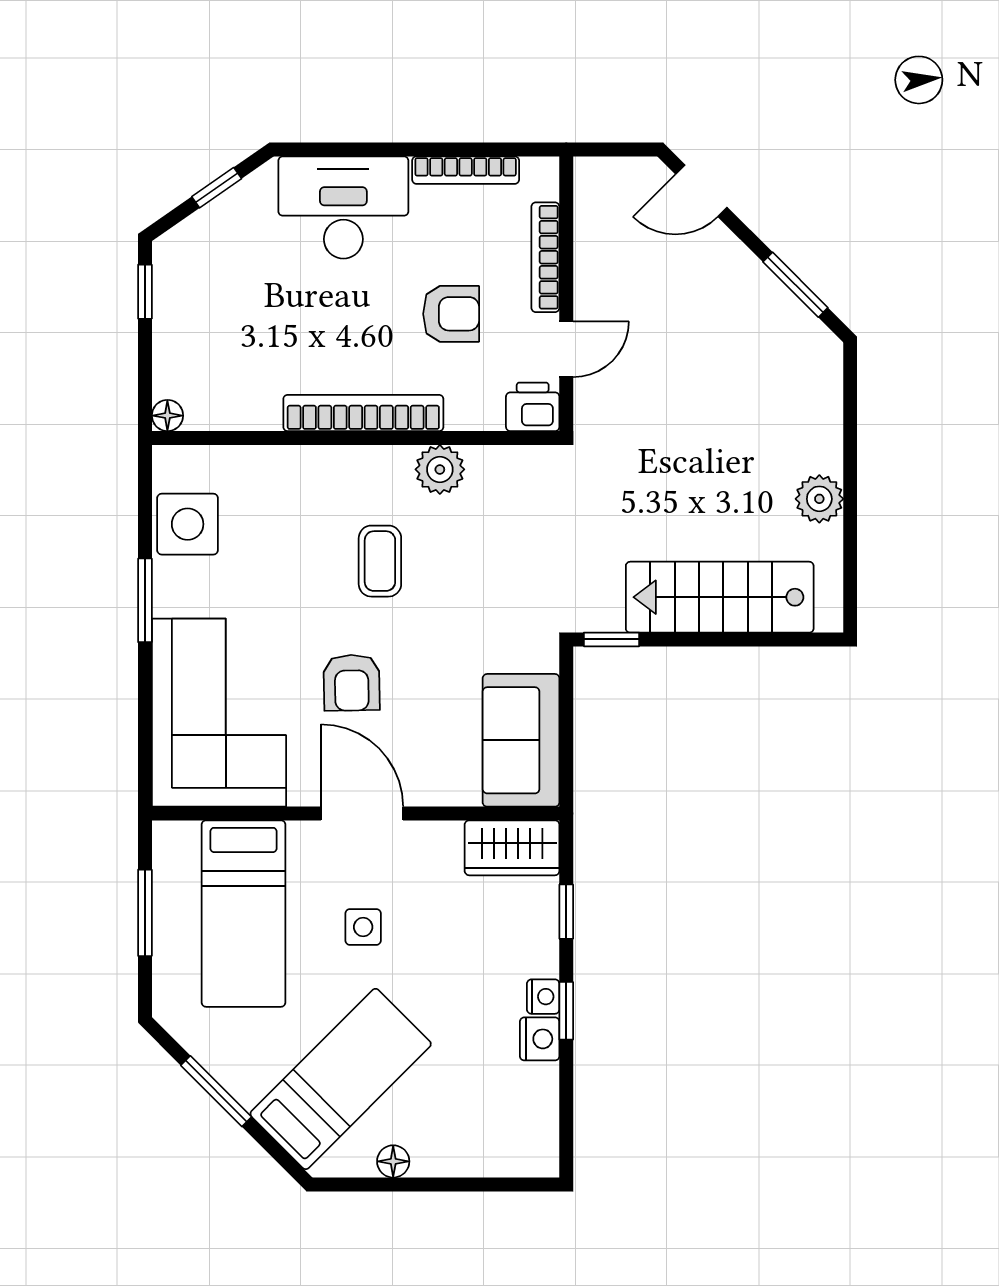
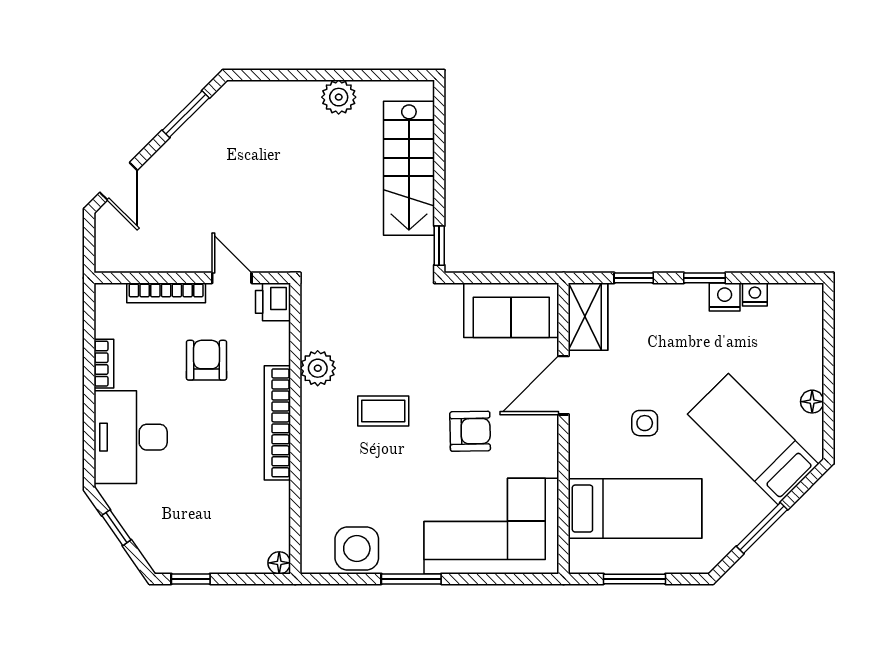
bookcase: (466, 170) -> (104, 364), width x0.64
door: (362, 813) -> (564, 385), moved
nightstand: (543, 997) -> (755, 294), moved

